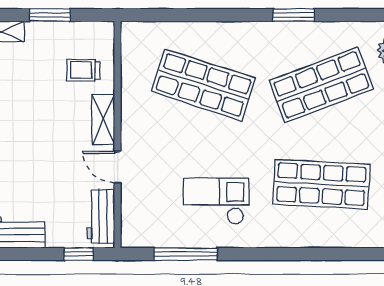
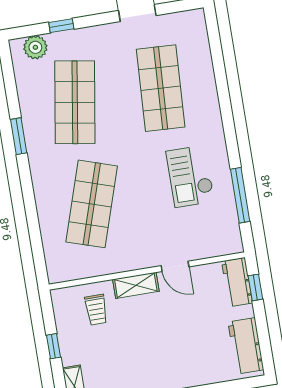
window: (50, 15) -> (53, 346), width x0.67
shop shelf: (321, 85) -> (75, 102), turned 30
door: (118, 167) -> (175, 266), hinge flipped
workbench: (101, 216) -> (237, 282), moved, turned 90

